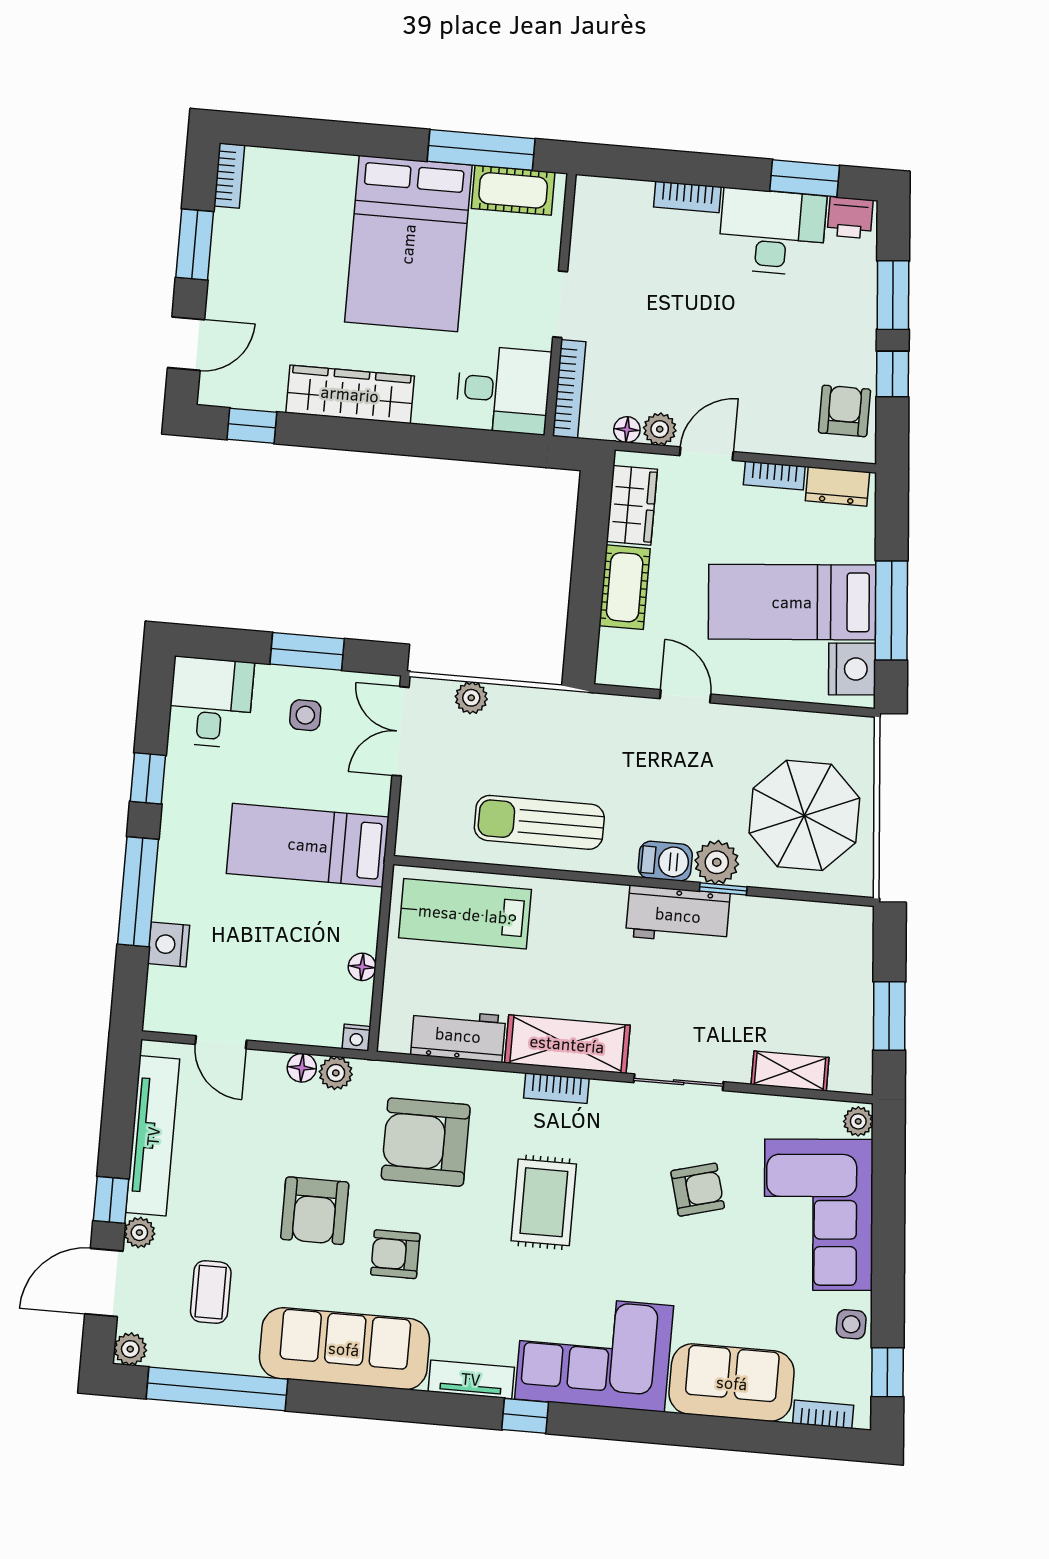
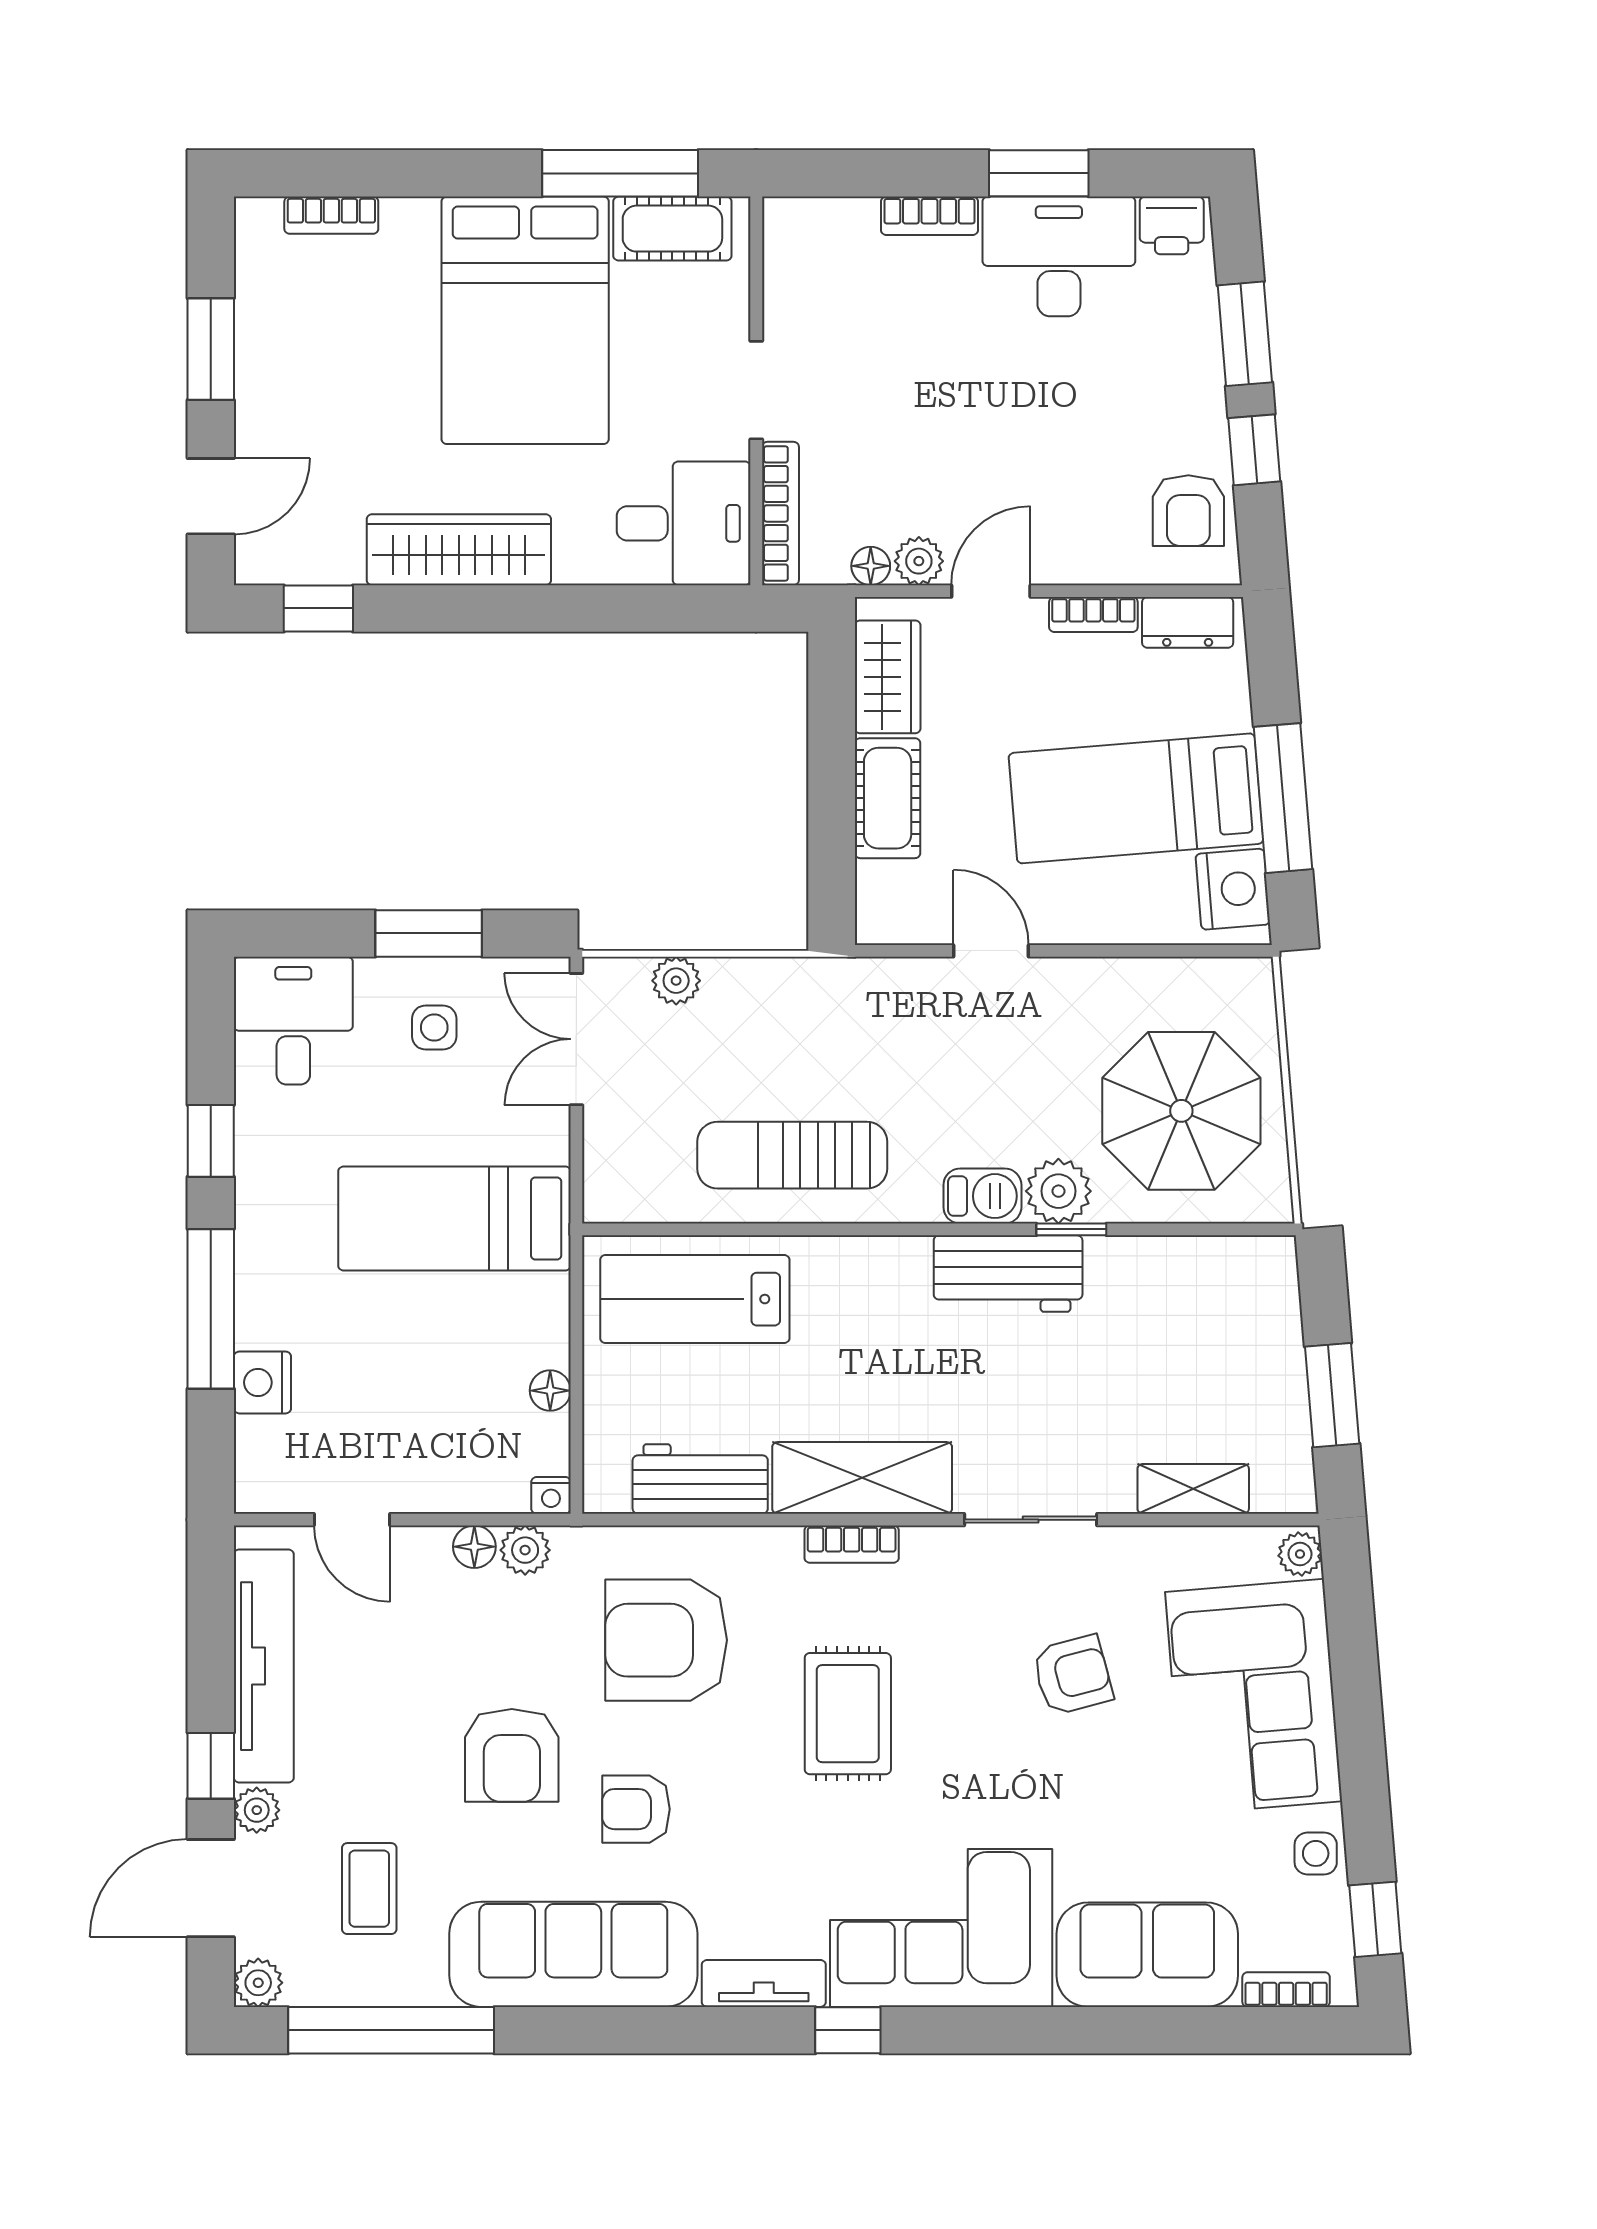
bookcase: (229, 176) -> (331, 215), moved, turned 90
window: (805, 178) -> (1039, 173), moved
armchair: (845, 411) -> (1188, 511), turned 180

